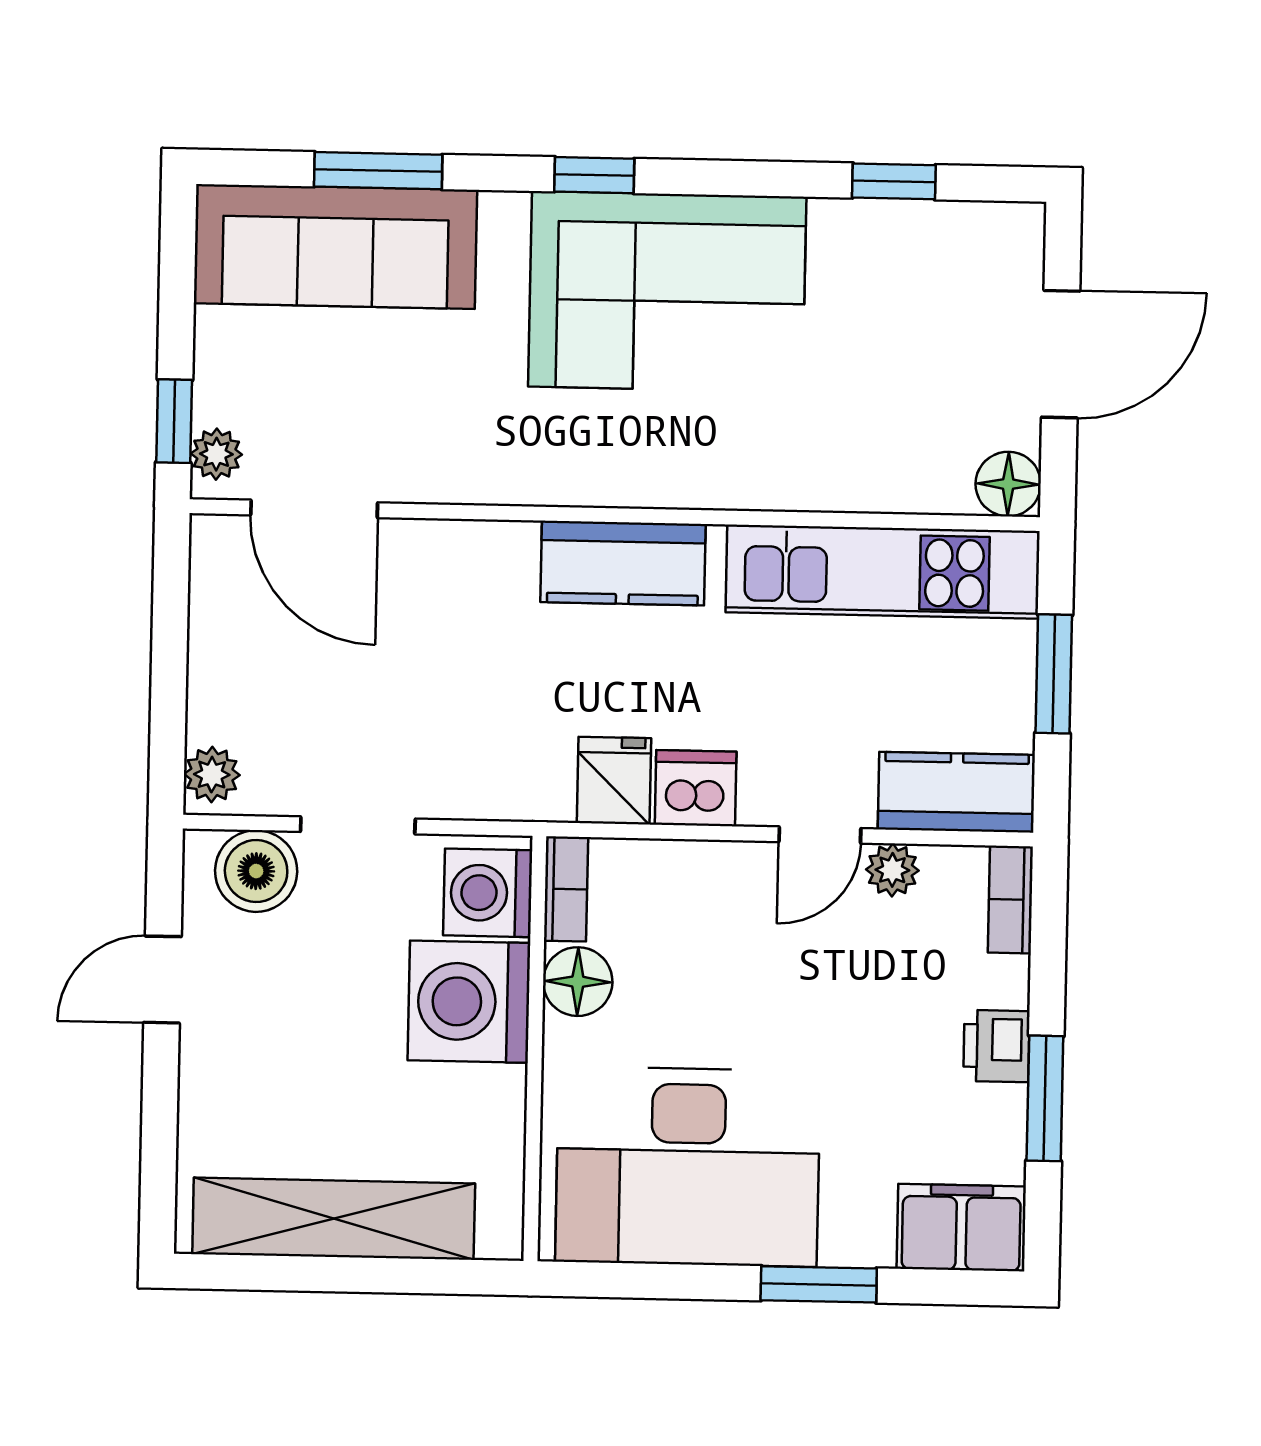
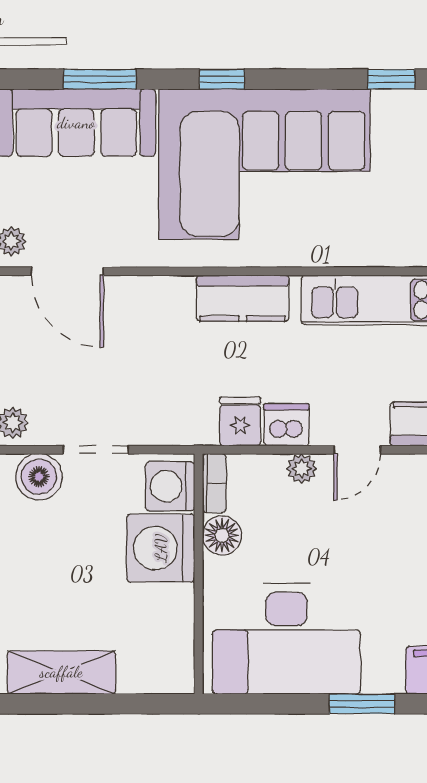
corner sofa: (667, 292) -> (264, 164), width x1.36, depth x1.36
plant: (892, 870) -> (302, 469), moved
shelving: (334, 1219) -> (61, 672), width x0.68

